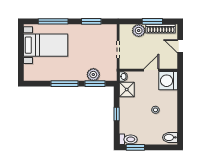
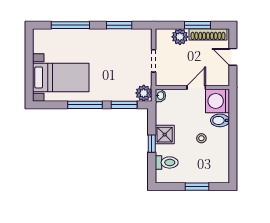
bed with nightstands: (46, 45) -> (61, 78), moved
plant: (93, 75) -> (144, 93), moved
shower: (127, 89) -> (165, 135), moved
bidet: (170, 137) -> (220, 120), moved
toilet: (128, 139) -> (167, 162), moved
window: (135, 147) -> (197, 187), moved

